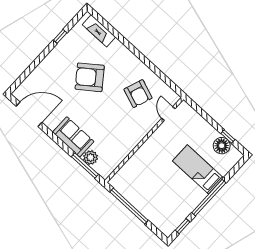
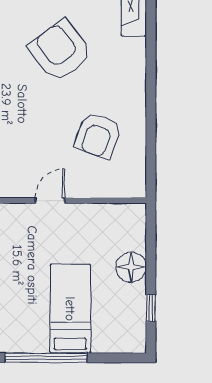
door: (168, 114) -> (50, 200), moved
floor lamp: (222, 146) -> (131, 267), moved

